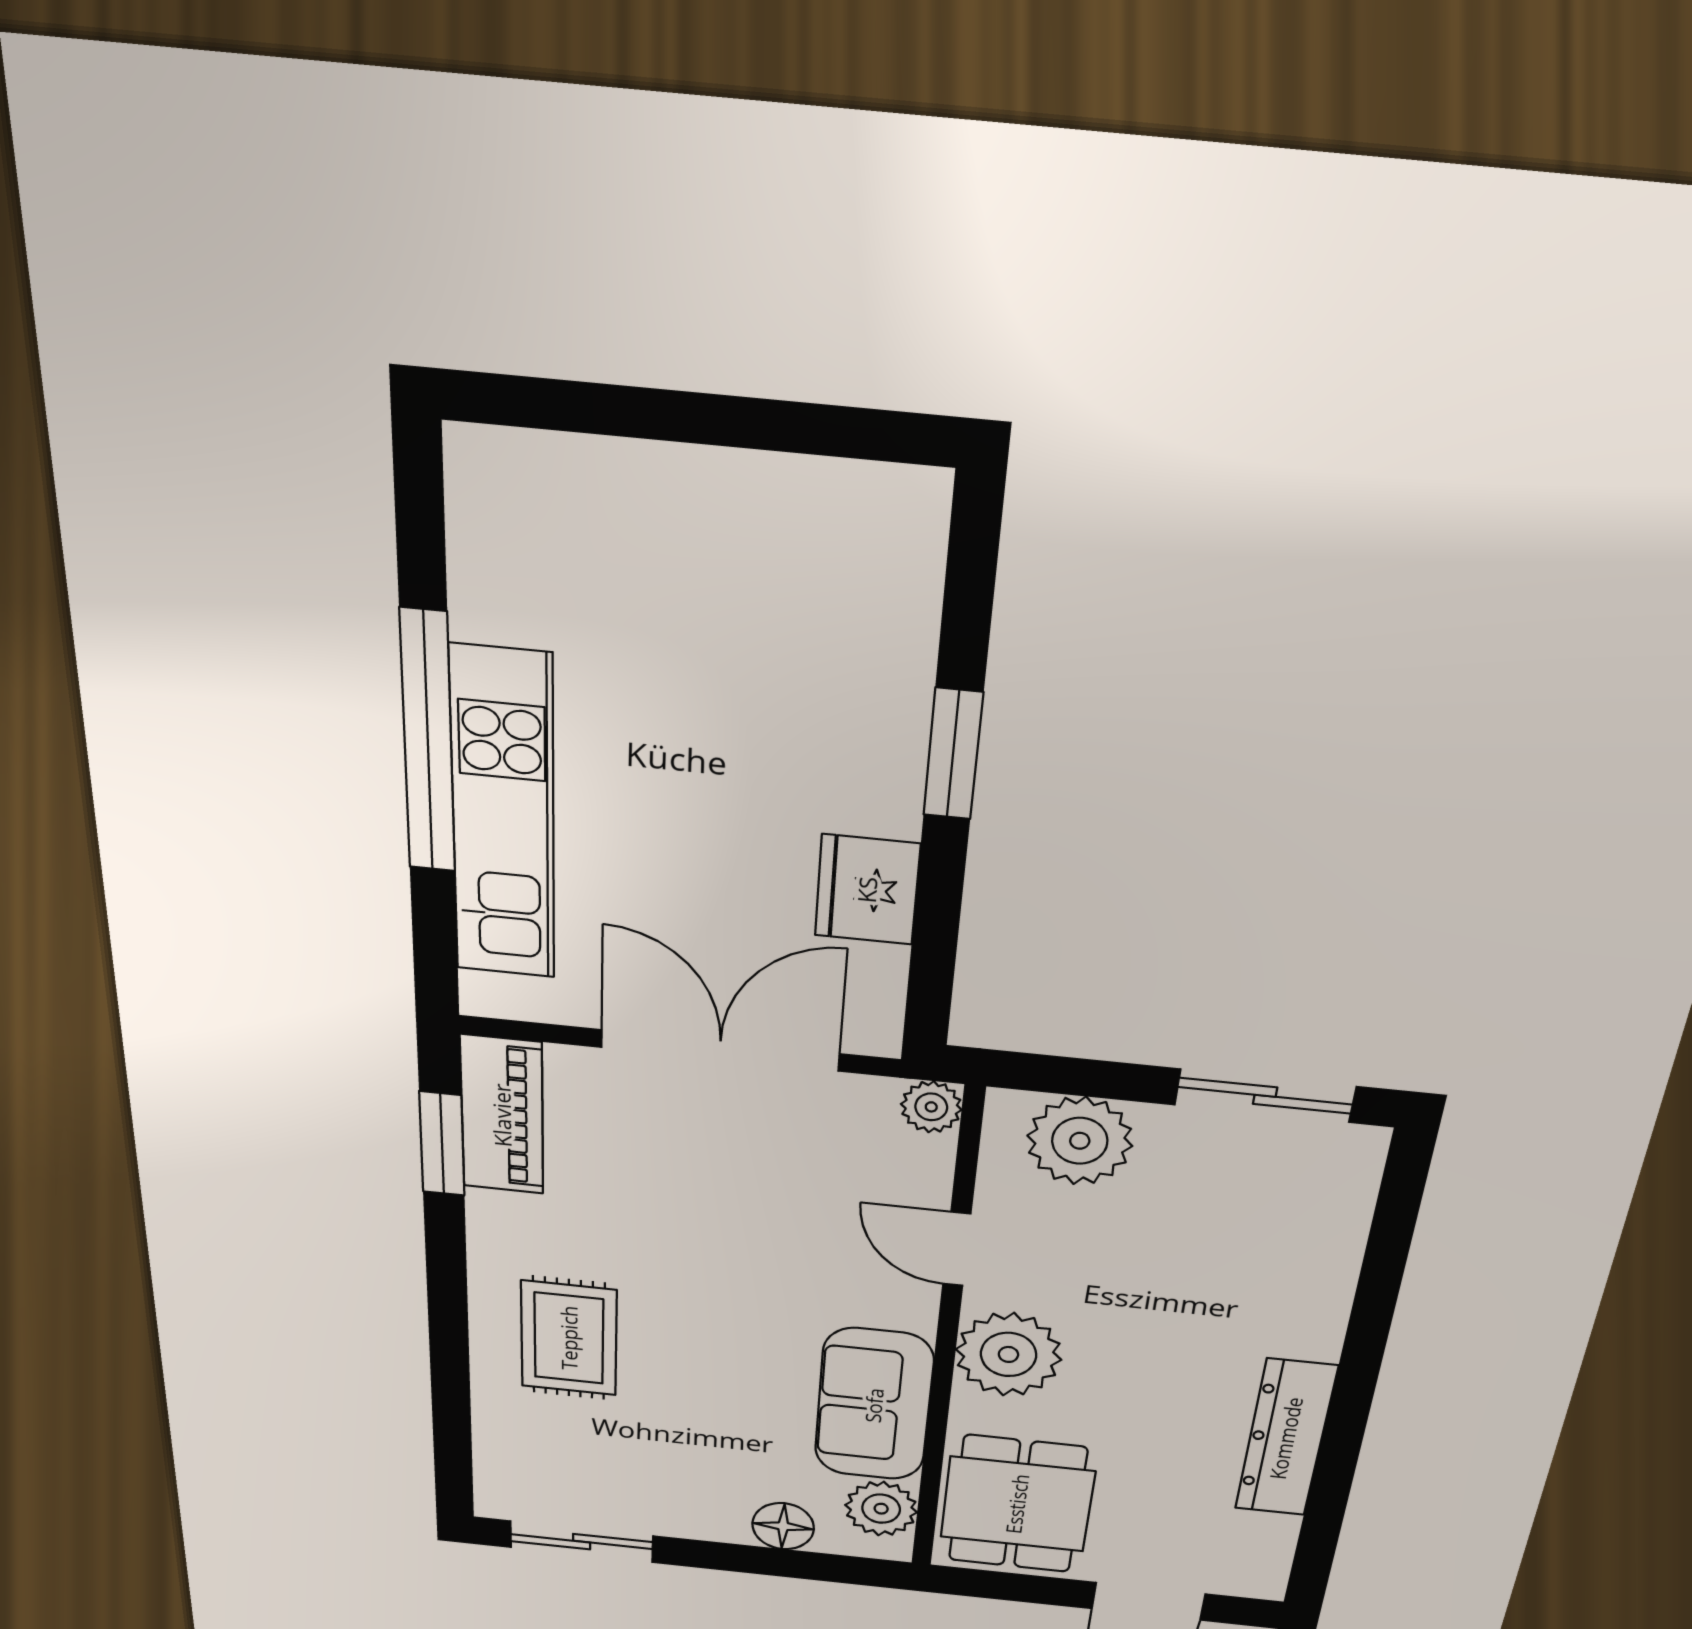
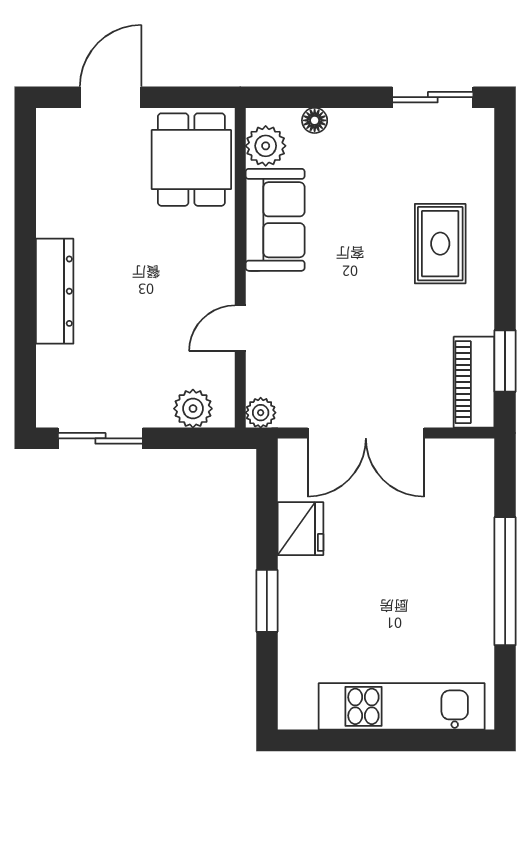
kitchen unit: (503, 816) -> (402, 706), moved, turned 90
plant: (1080, 1141) -> (193, 409), width x0.73, depth x0.73
door: (957, 1249) -> (240, 328), swing flipped
plant: (1008, 1354) -> (207, 263), removed
dresser: (1286, 1438) -> (55, 291), moved
floor lamp: (783, 1526) -> (315, 120), width x0.73, depth x0.73

